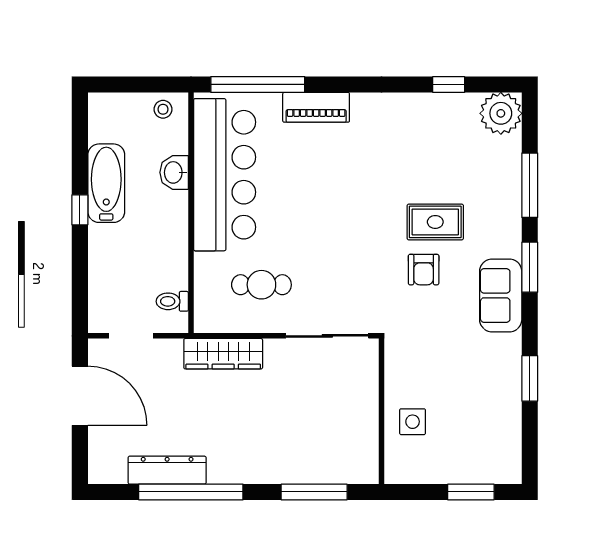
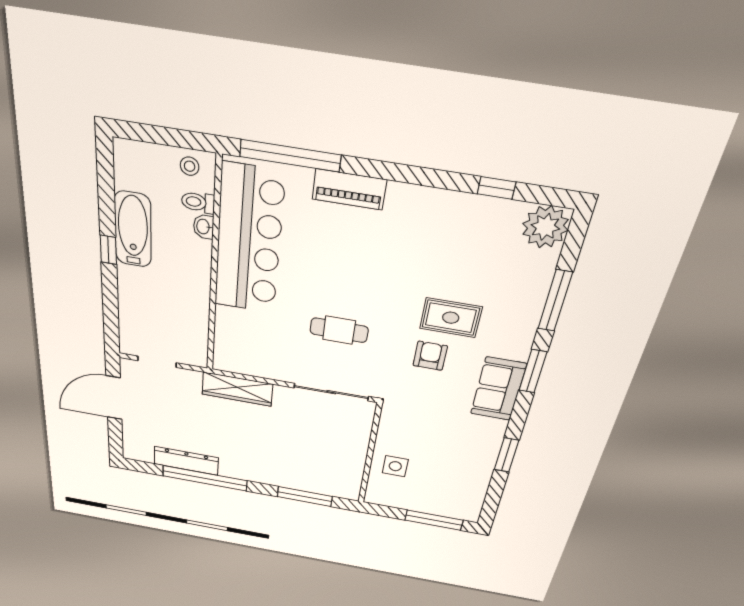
washbasin: (174, 172) -> (204, 227), width x0.72, depth x0.69
armchair: (424, 270) -> (430, 356), turned 180
cafe table: (261, 285) -> (339, 330), moved
toilet: (172, 301) -> (198, 202), moved
door: (80, 396) -> (114, 398), swing flipped
window: (471, 492) -> (434, 520), width x1.44

